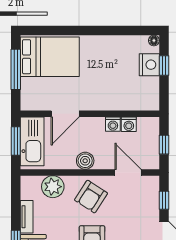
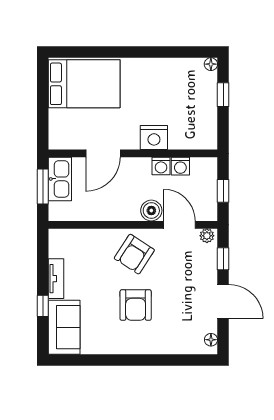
nightstand: (149, 65) -> (154, 138), moved, turned 90
window: (16, 69) -> (43, 99), removed
kitchen sink: (32, 141) -> (60, 179), width x0.73, depth x0.81
boiler: (85, 161) -> (151, 211), moved
plant: (53, 187) -> (207, 236), moved, width x0.53, depth x0.53

